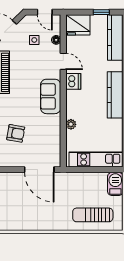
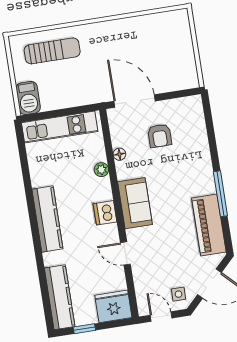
side table: (34, 40) -> (179, 294), moved
floor lamp: (56, 40) -> (119, 154), moved
dishwasher: (73, 81) -> (105, 213), moved
armchair: (16, 133) -> (160, 136), moved, turned -100

